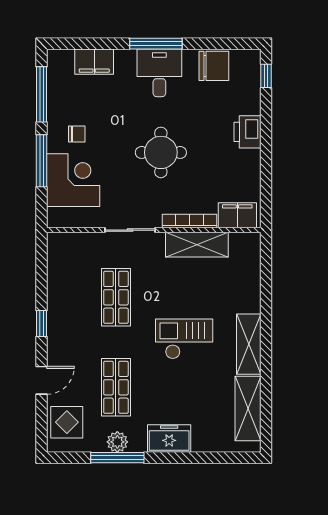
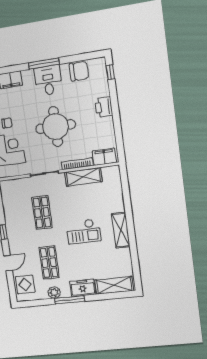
round table: (161, 152) -> (56, 127), width x1.36, depth x1.36
checkout: (184, 339) -> (83, 231), turned 180
shelving: (248, 408) -> (114, 285), moved, turned 90
window: (117, 458) -> (70, 300), moved

